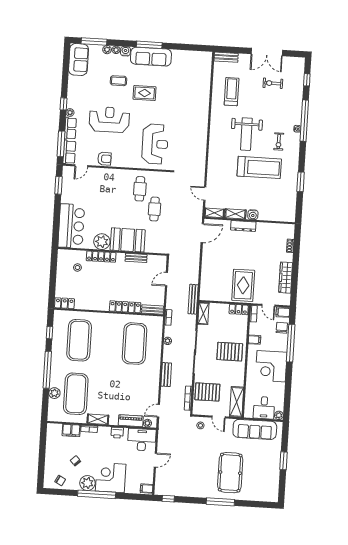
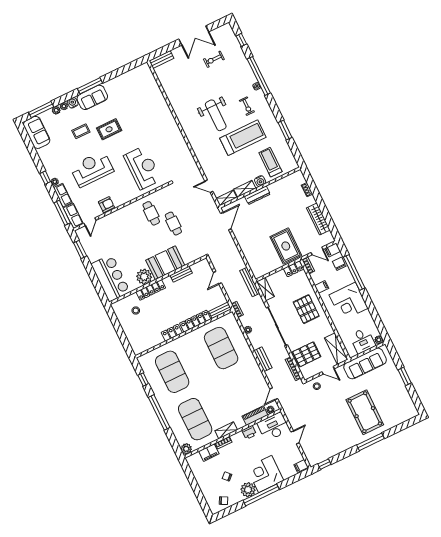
sofa: (151, 57) -> (92, 97), width x0.73
treadmill: (232, 92) -> (270, 162), moved
locker: (65, 303) -> (172, 333), moved
pallet: (230, 352) -> (306, 309), turned 90
plant: (54, 393) -> (186, 449), moved

